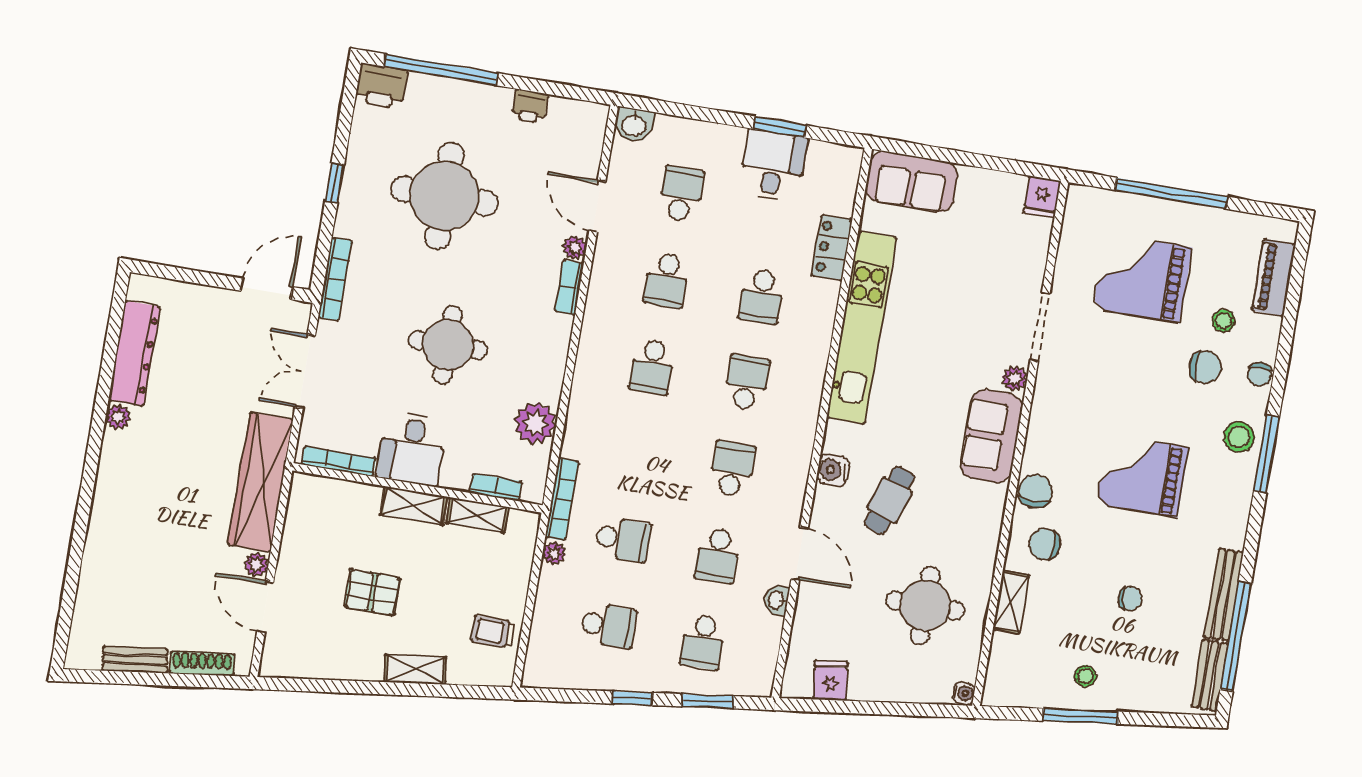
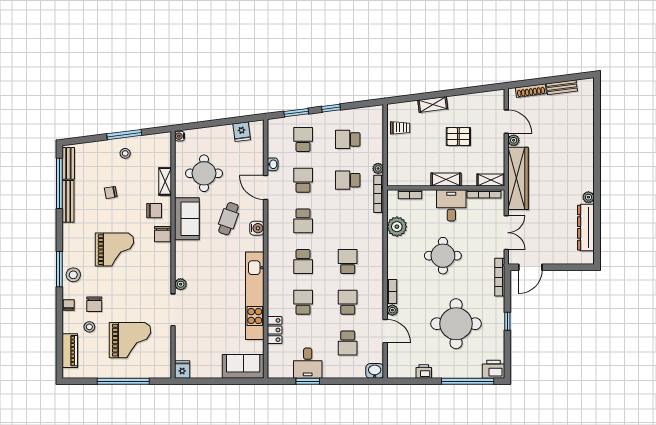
chair: (1205, 367) -> (94, 304), turned -90
sofa: (991, 436) -> (187, 219), moved
shelving: (477, 515) -> (491, 180), moved

